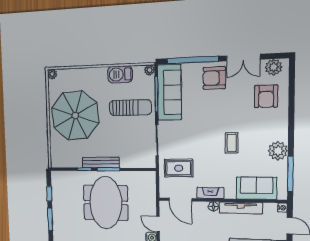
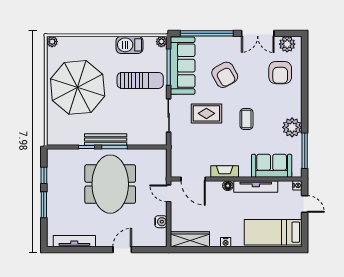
armchair: (214, 78) -> (225, 75), moved, turned -119
rug: (179, 168) -> (206, 113), moved
door: (158, 224) -> (169, 193), moved

